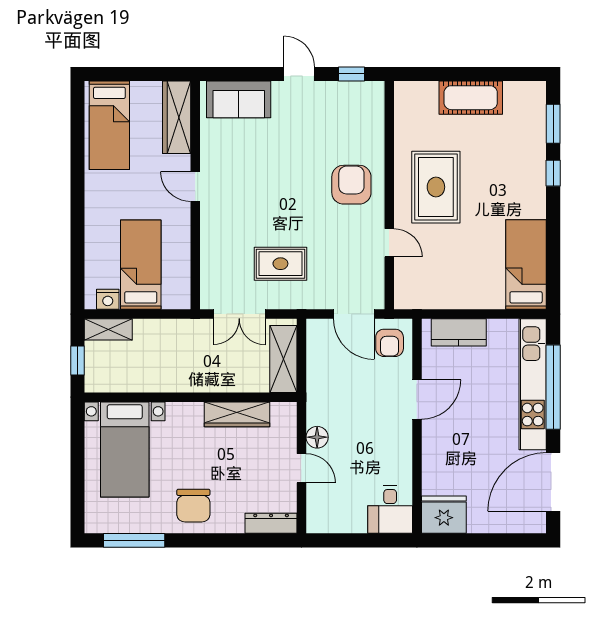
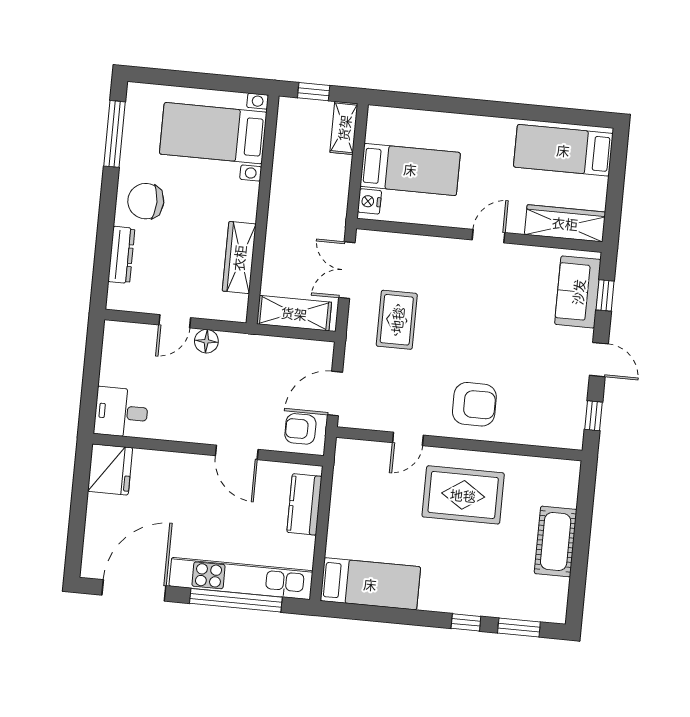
window: (240, 74) -> (605, 295), added
door: (299, 74) -> (599, 360), hinge flipped
nightstand: (108, 299) -> (370, 201), moved
door: (553, 482) -> (134, 590), hinge flipped
dresser: (271, 523) -> (121, 255), moved

